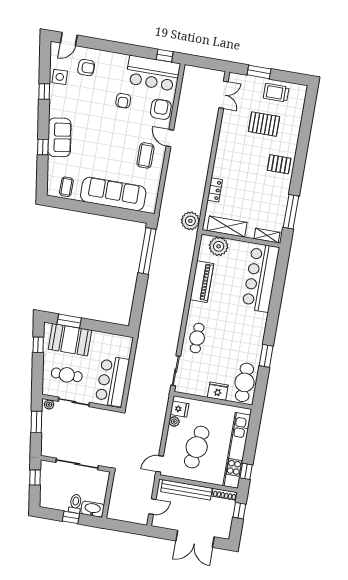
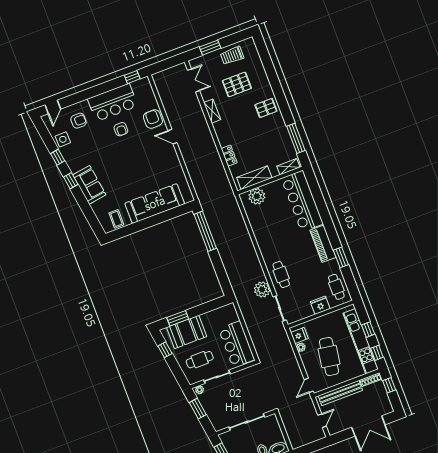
bar counter: (153, 73) -> (113, 102), moved
shelving: (224, 136) -> (212, 111), added
window: (43, 147) -> (71, 181), moved
coffee table: (145, 155) -> (162, 160), removed
plant: (190, 221) -> (262, 290), moved
piano: (202, 282) -> (323, 244), moved, turned 180
cafe table: (244, 382) -> (336, 287), width x0.73, depth x0.74
window: (251, 443) -> (368, 330), added

